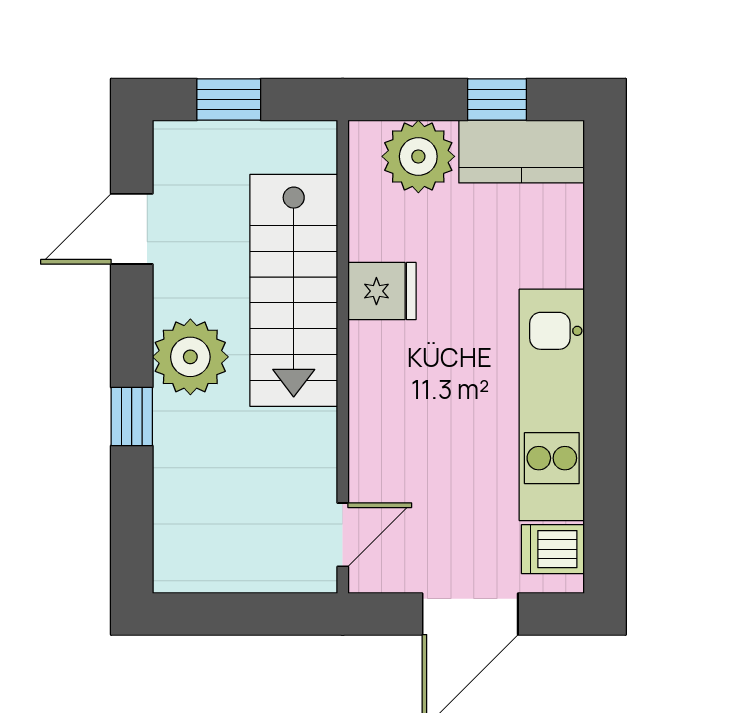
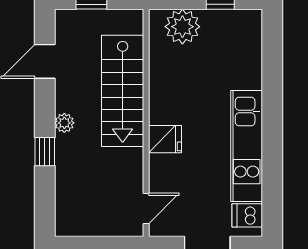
kitchen counter: (522, 152) -> (232, 24), removed
fridge: (382, 291) -> (165, 139), moved
plant: (190, 357) -> (64, 123), width x0.53, depth x0.53

